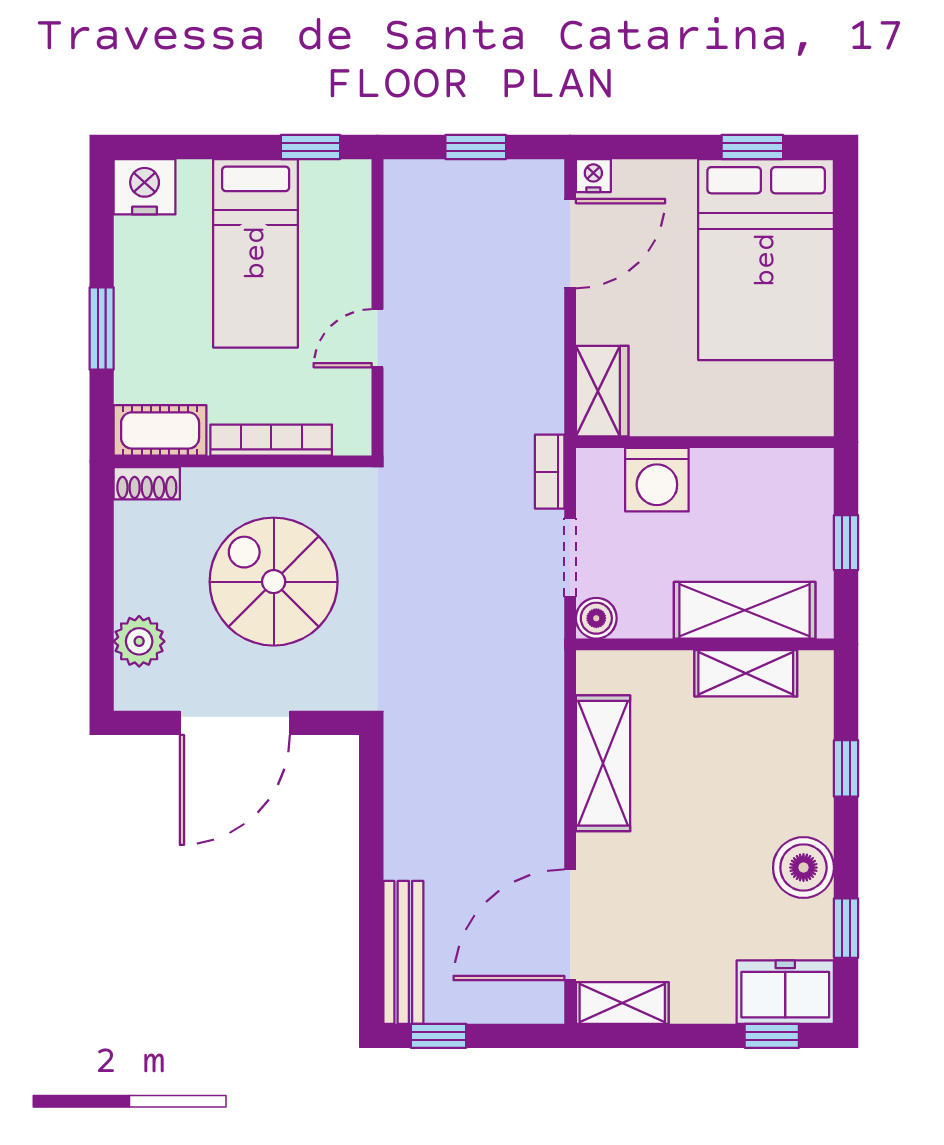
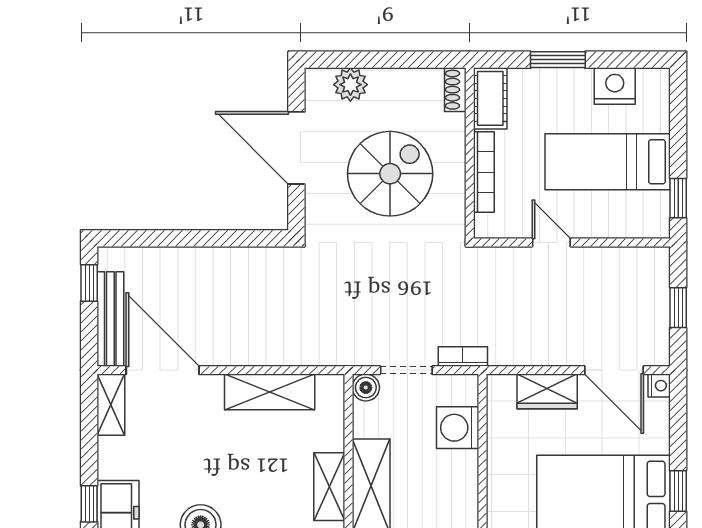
nightstand: (145, 187) -> (615, 86), moved, turned -90
wardrobe: (602, 391) -> (547, 391), moved
bench: (403, 952) -> (110, 319), moved, turned 90

